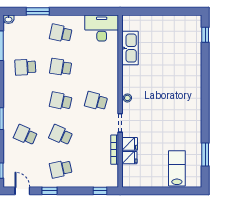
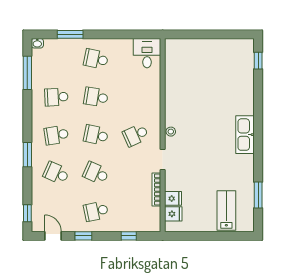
desk: (102, 28) -> (147, 53), width x0.73
kitchen sink: (130, 48) -> (245, 135), moved, turned 180
school desk: (25, 101) -> (56, 135), added
school desk: (96, 101) -> (136, 135), turned -39
fridge: (130, 144) -> (173, 214), moved
window: (100, 191) -> (129, 236), moved

